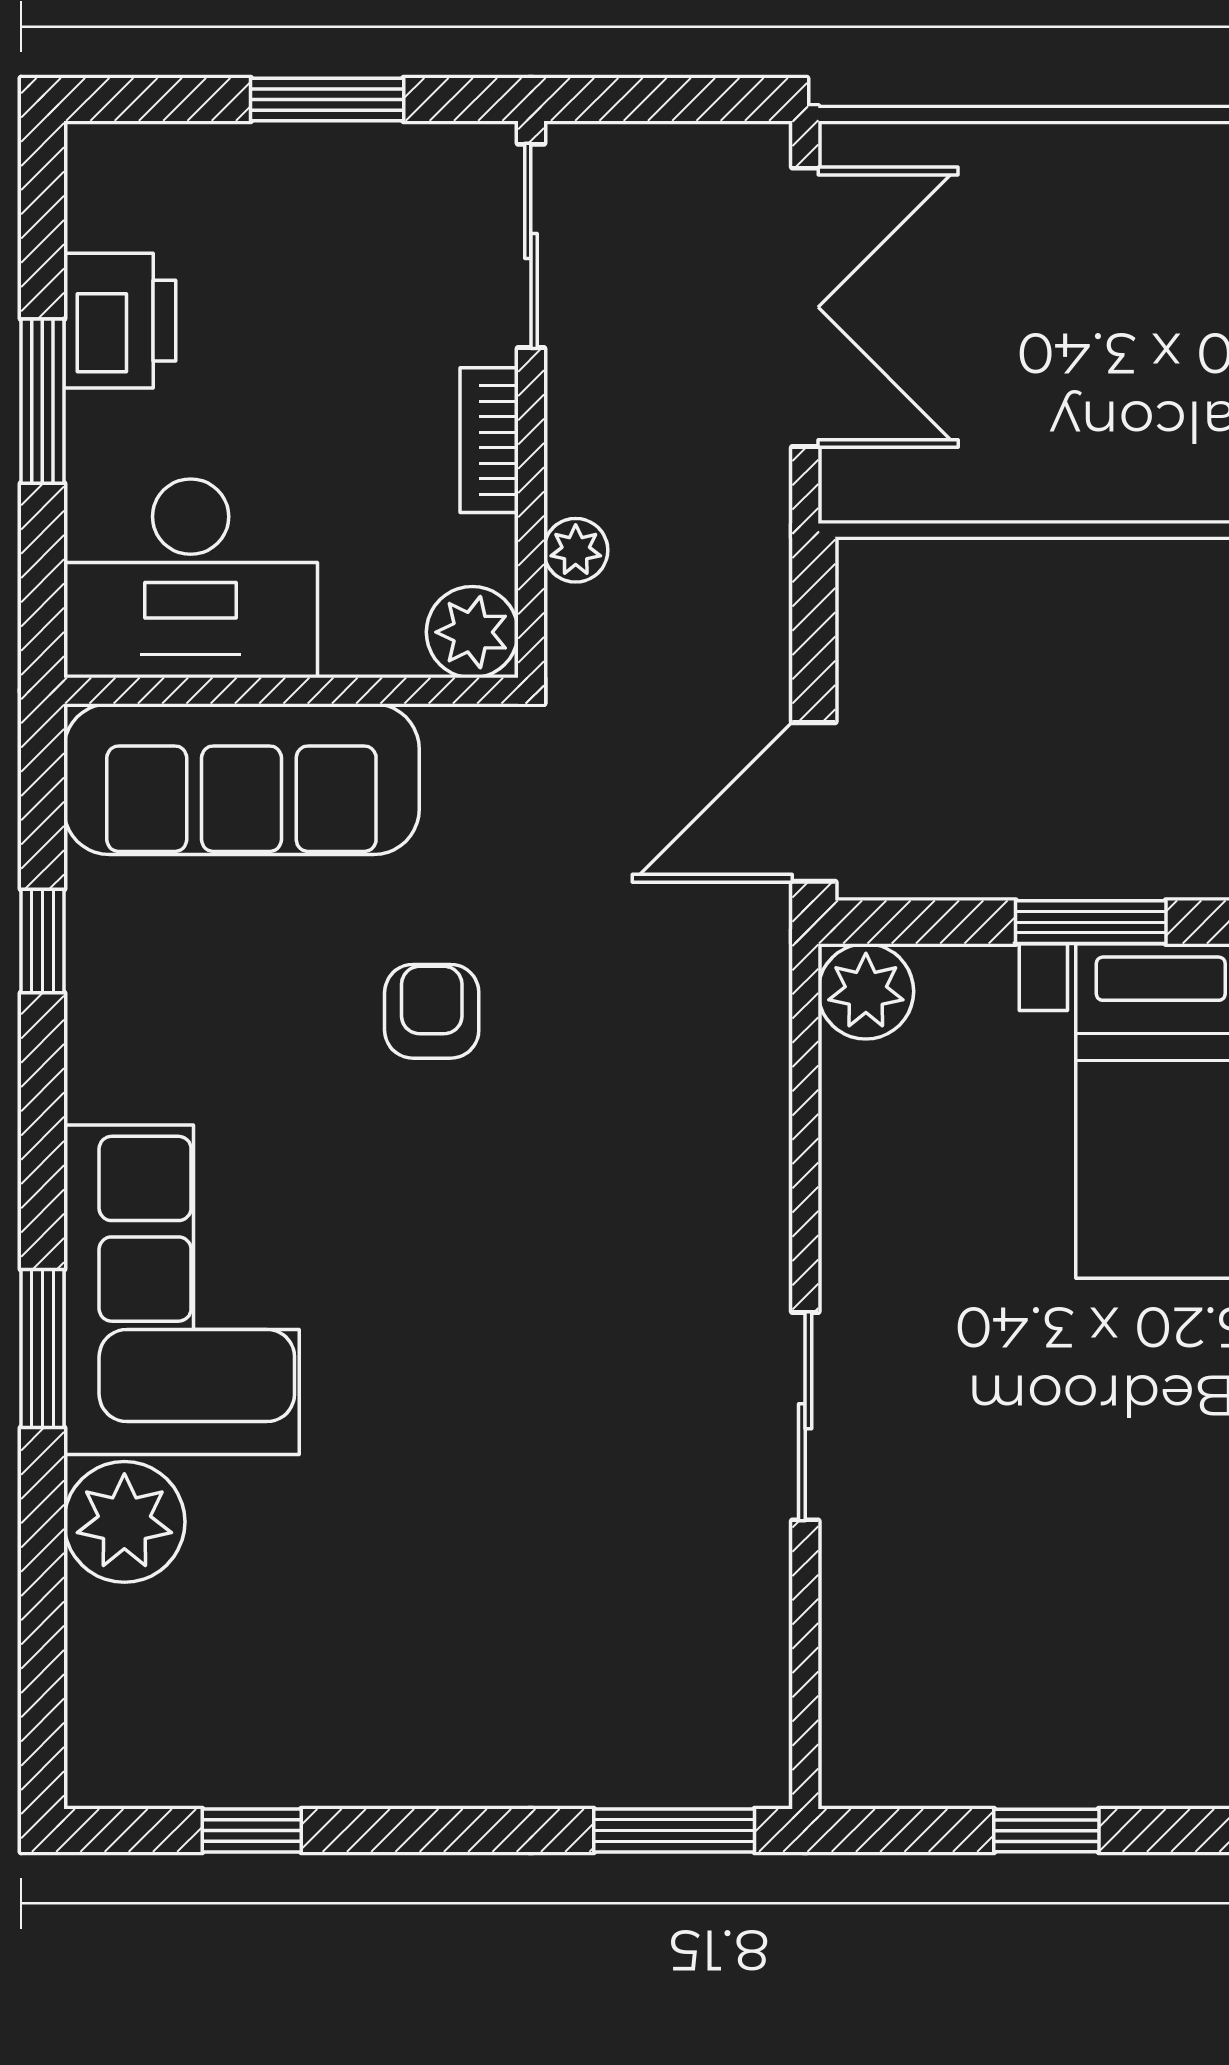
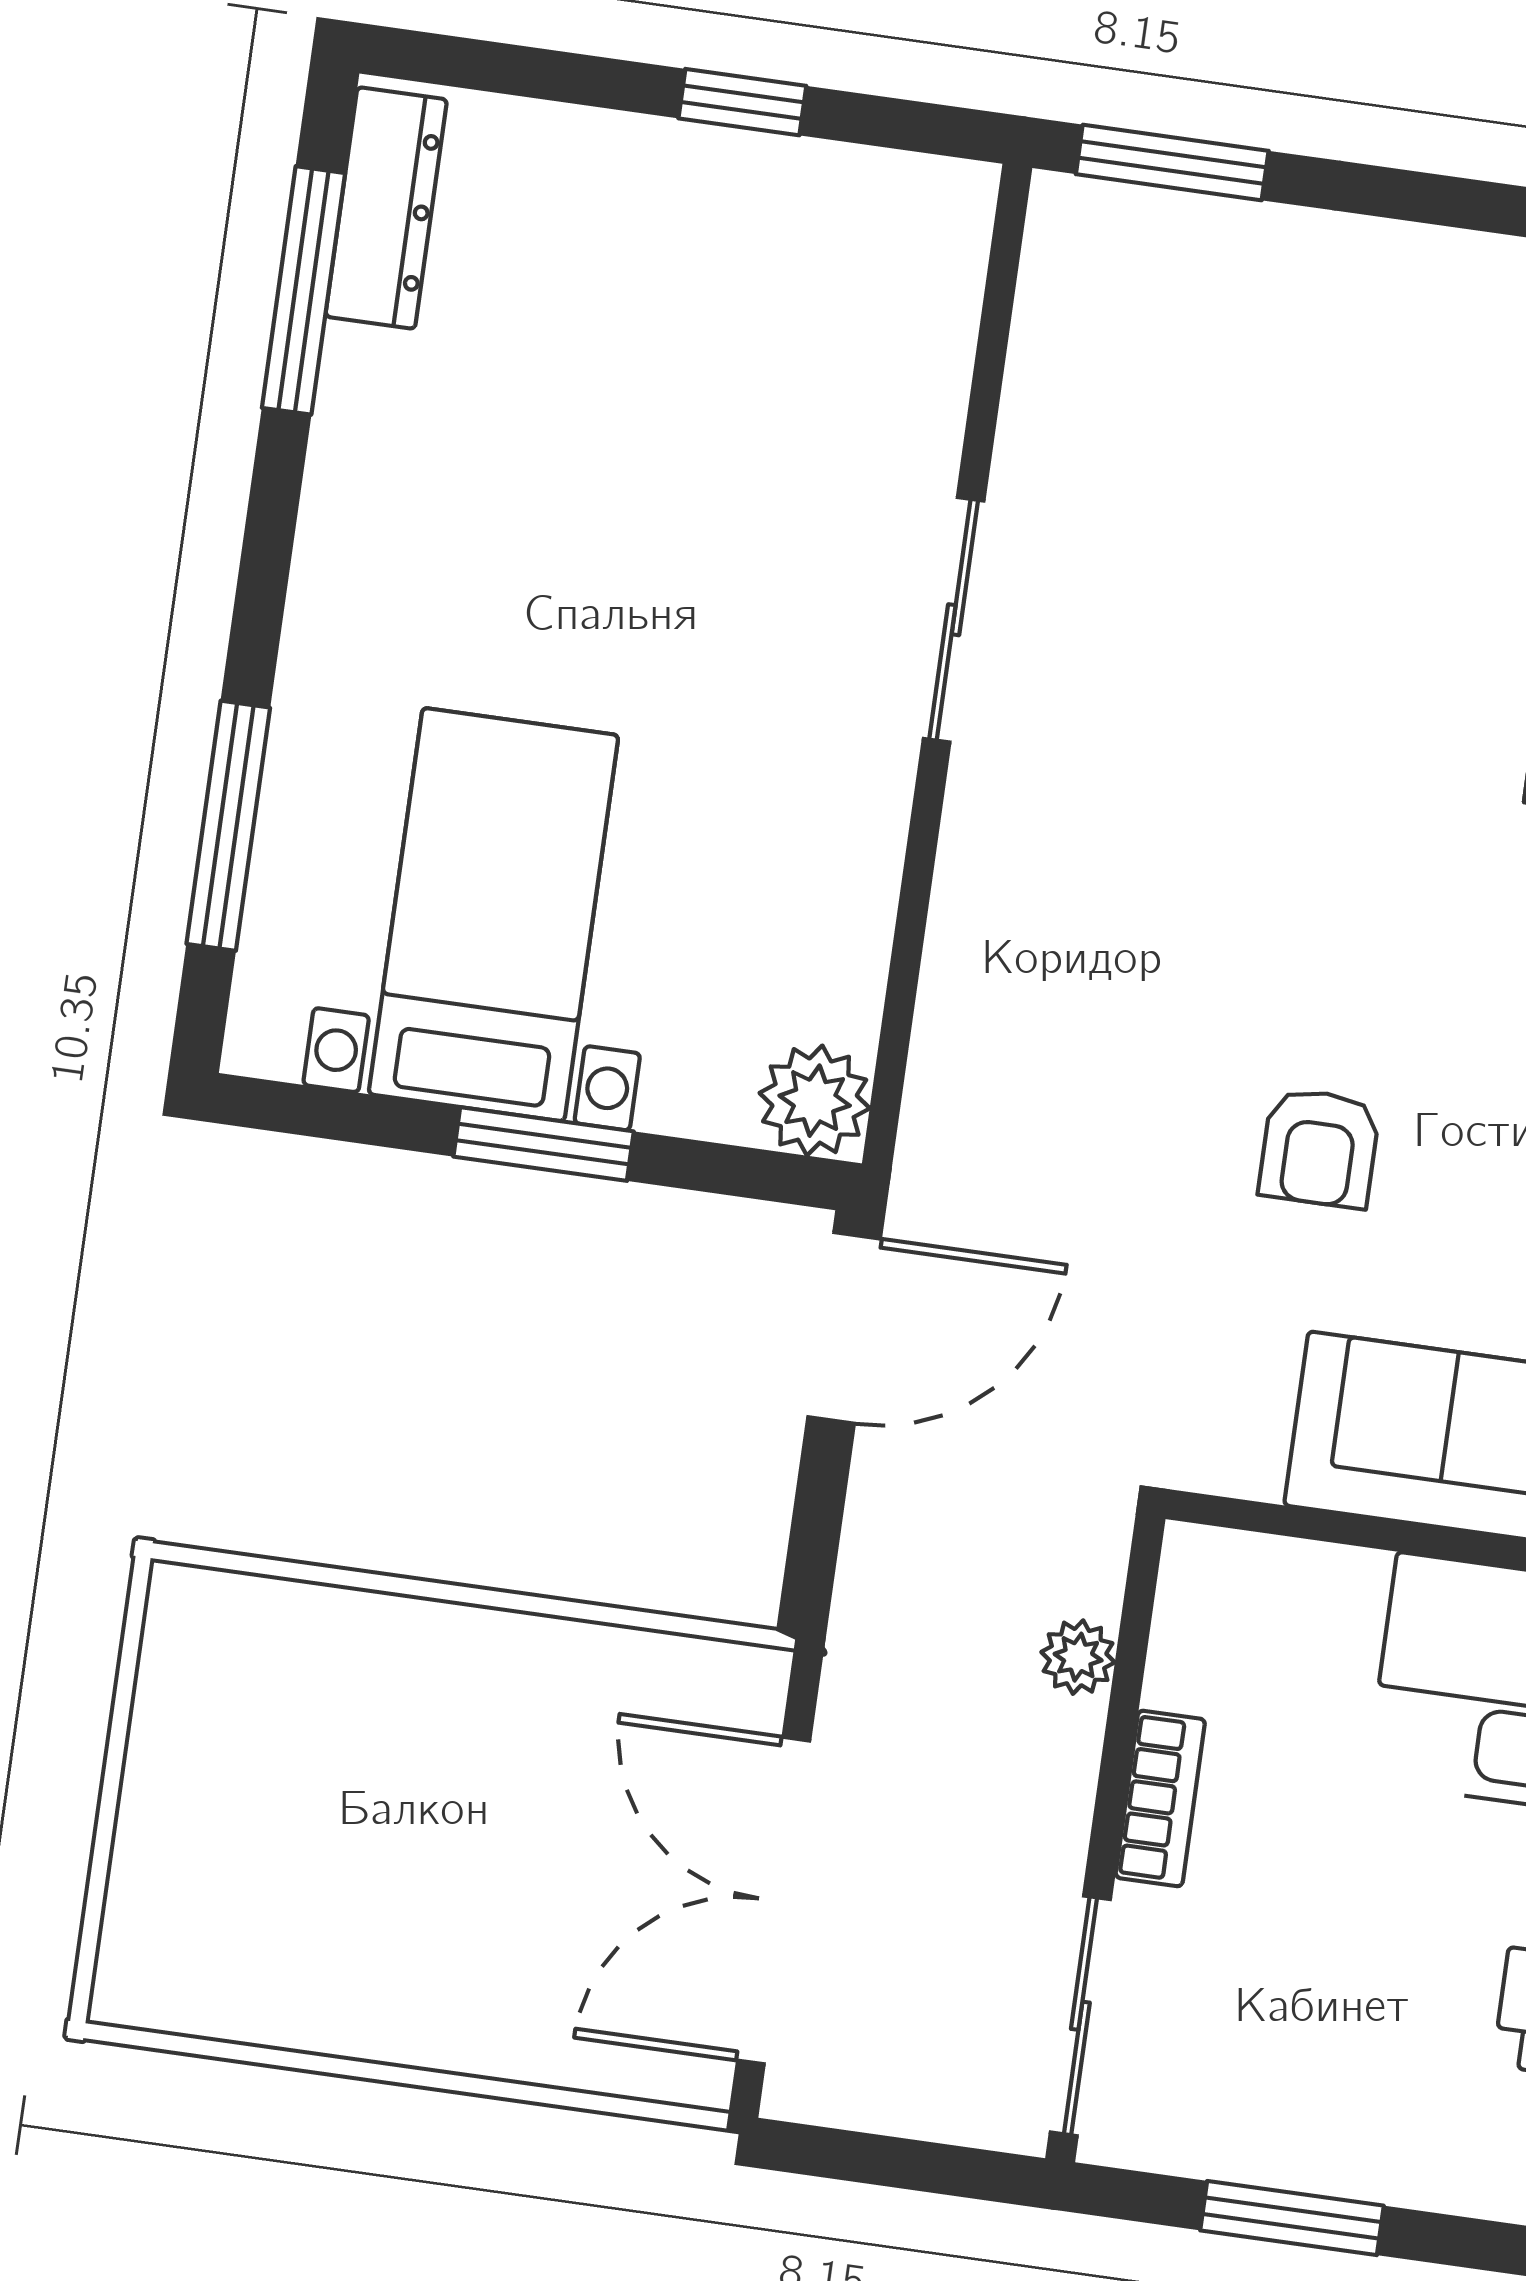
plant: (472, 632) -> (1211, 1579), removed

